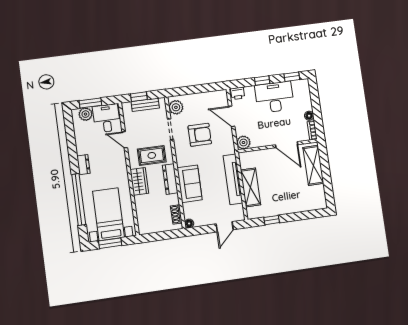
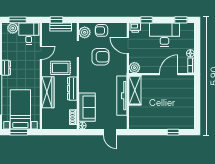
window: (262, 81) -> (146, 20), moved
armchair: (197, 102) -> (101, 30), added
door: (125, 140) -> (41, 53), swing flipped
door: (287, 145) -> (169, 74), swing flipped
shelving: (313, 165) -> (188, 93), removed
wardrobe: (139, 181) -> (48, 92), width x1.50
sofa: (190, 184) -> (87, 107), moved
shelving: (251, 187) -> (135, 90), moved
window: (272, 220) -> (173, 132), moved
door: (225, 227) -> (110, 132), hinge flipped

